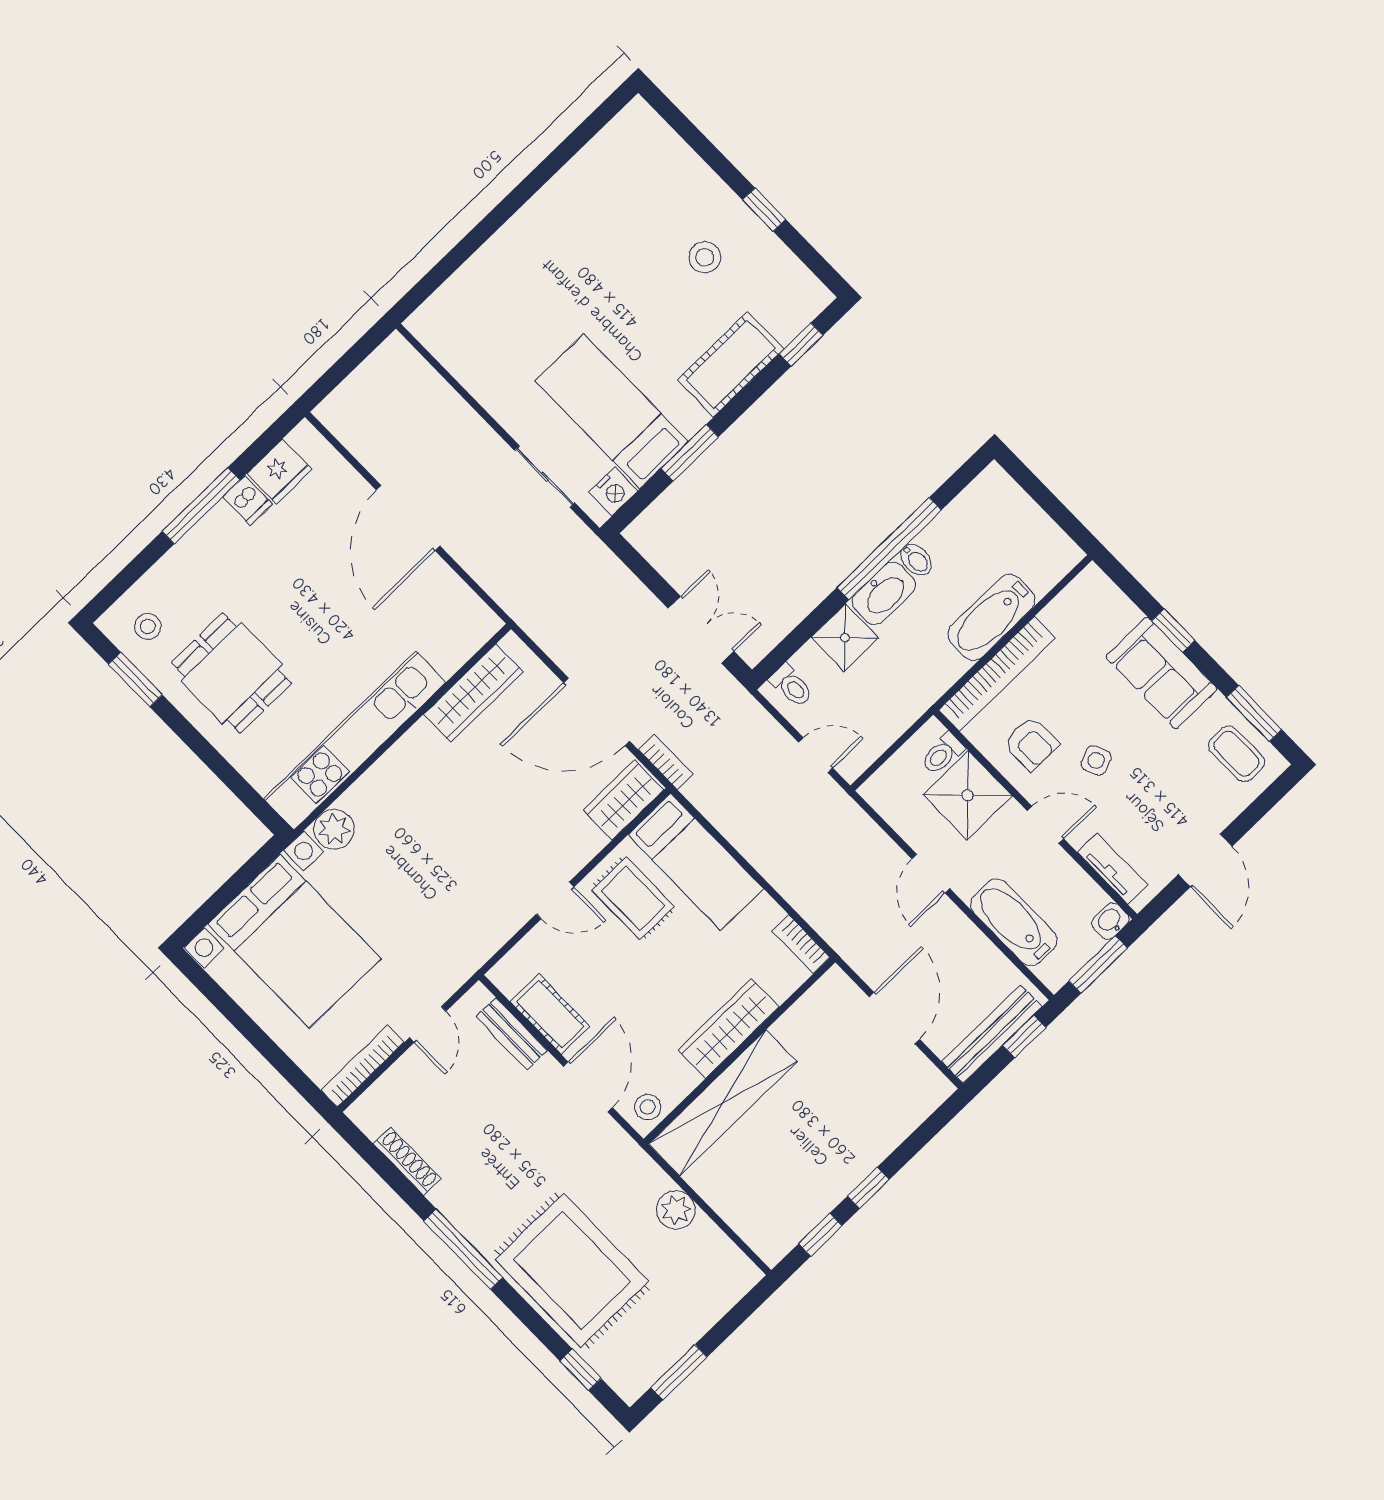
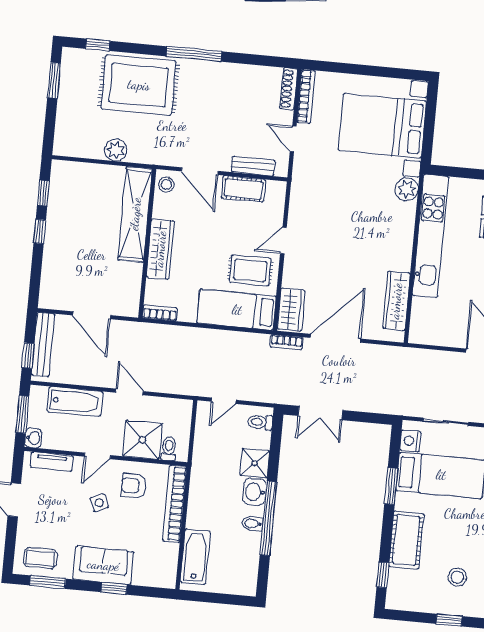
washbasin: (884, 593) -> (255, 492), width x0.72
bathtub: (991, 617) -> (195, 557), moved
shoe rack: (407, 1161) -> (289, 89), moved, turned 90

